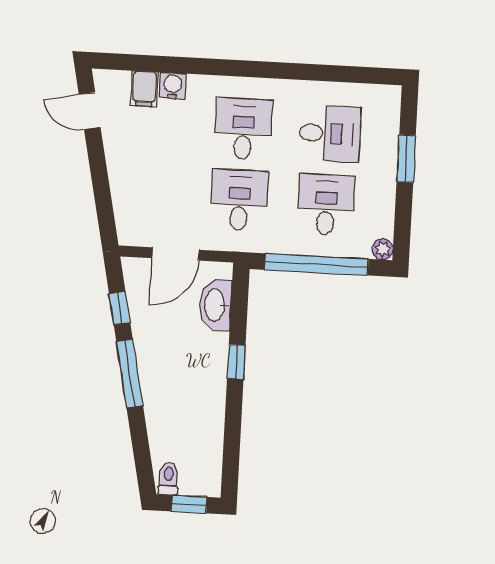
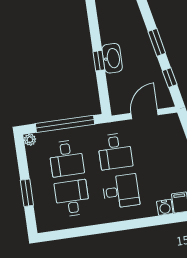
desk: (243, 129) -> (121, 191), turned -90
desk: (330, 133) -> (72, 198), turned 90
washbasin: (215, 305) -> (112, 58), moved
window: (130, 373) -> (157, 42), width x0.69

